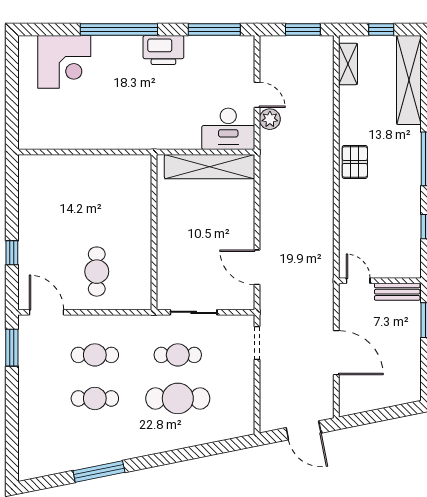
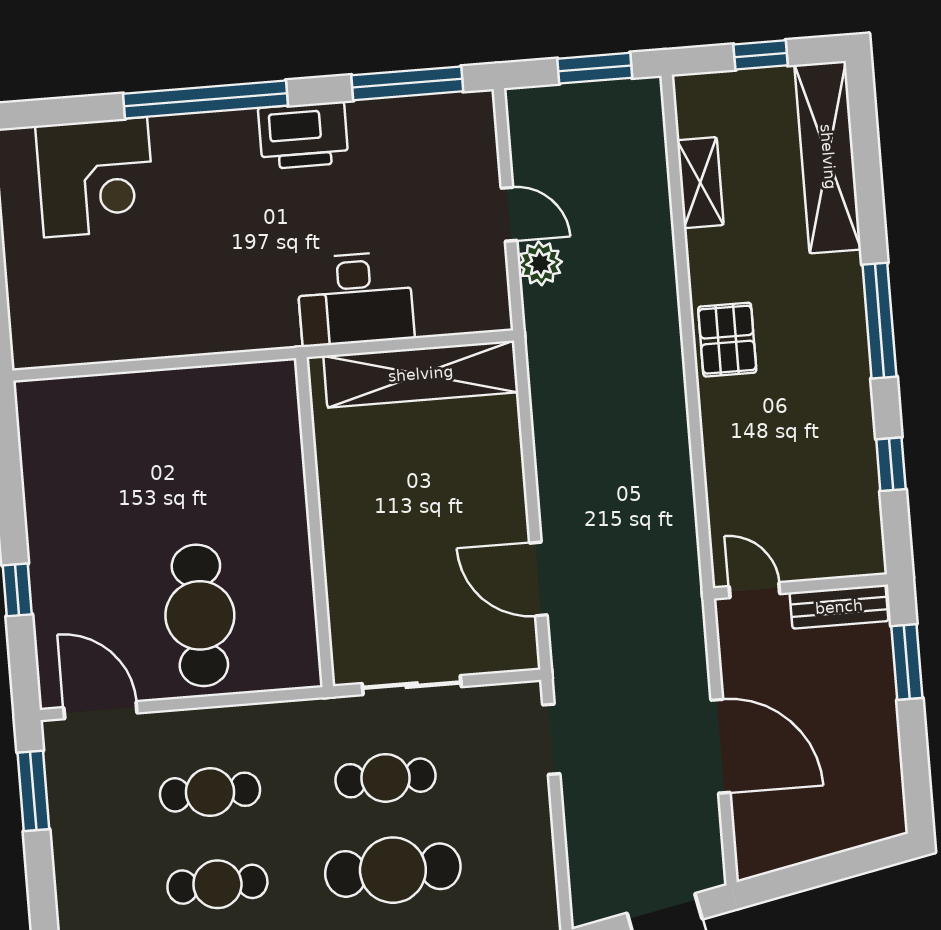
shelving: (348, 64) -> (700, 183), moved
desk: (228, 129) -> (355, 299), moved
cafe table: (97, 272) -> (200, 615), width x1.37, depth x1.35

